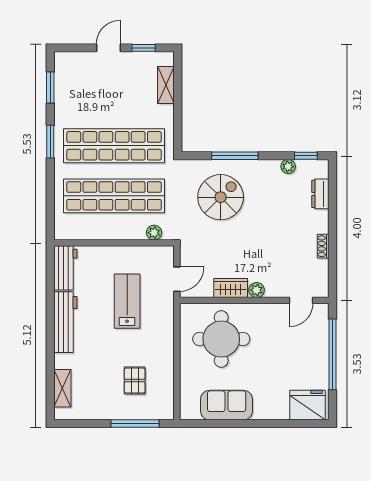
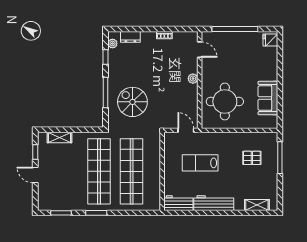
window: (306, 156) -> (105, 57), moved
plant: (288, 167) -> (112, 44), moved
plant: (154, 233) -> (156, 145), removed
wardrobe: (231, 288) -> (192, 95), removed
fridge: (307, 405) -> (270, 40), width x0.53, depth x0.75

